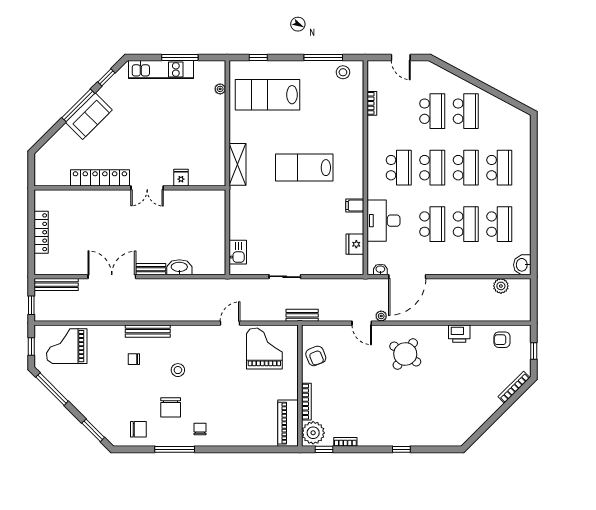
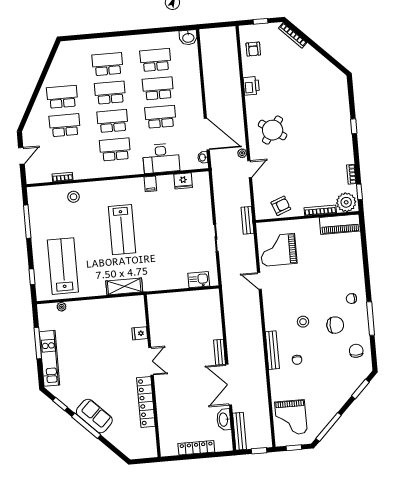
stool: (343, 72) -> (74, 197), moved
lab bench: (268, 95) -> (63, 266), turned 180
washbasin: (179, 267) -> (224, 420), moved
plant: (501, 286) -> (208, 54), removed

